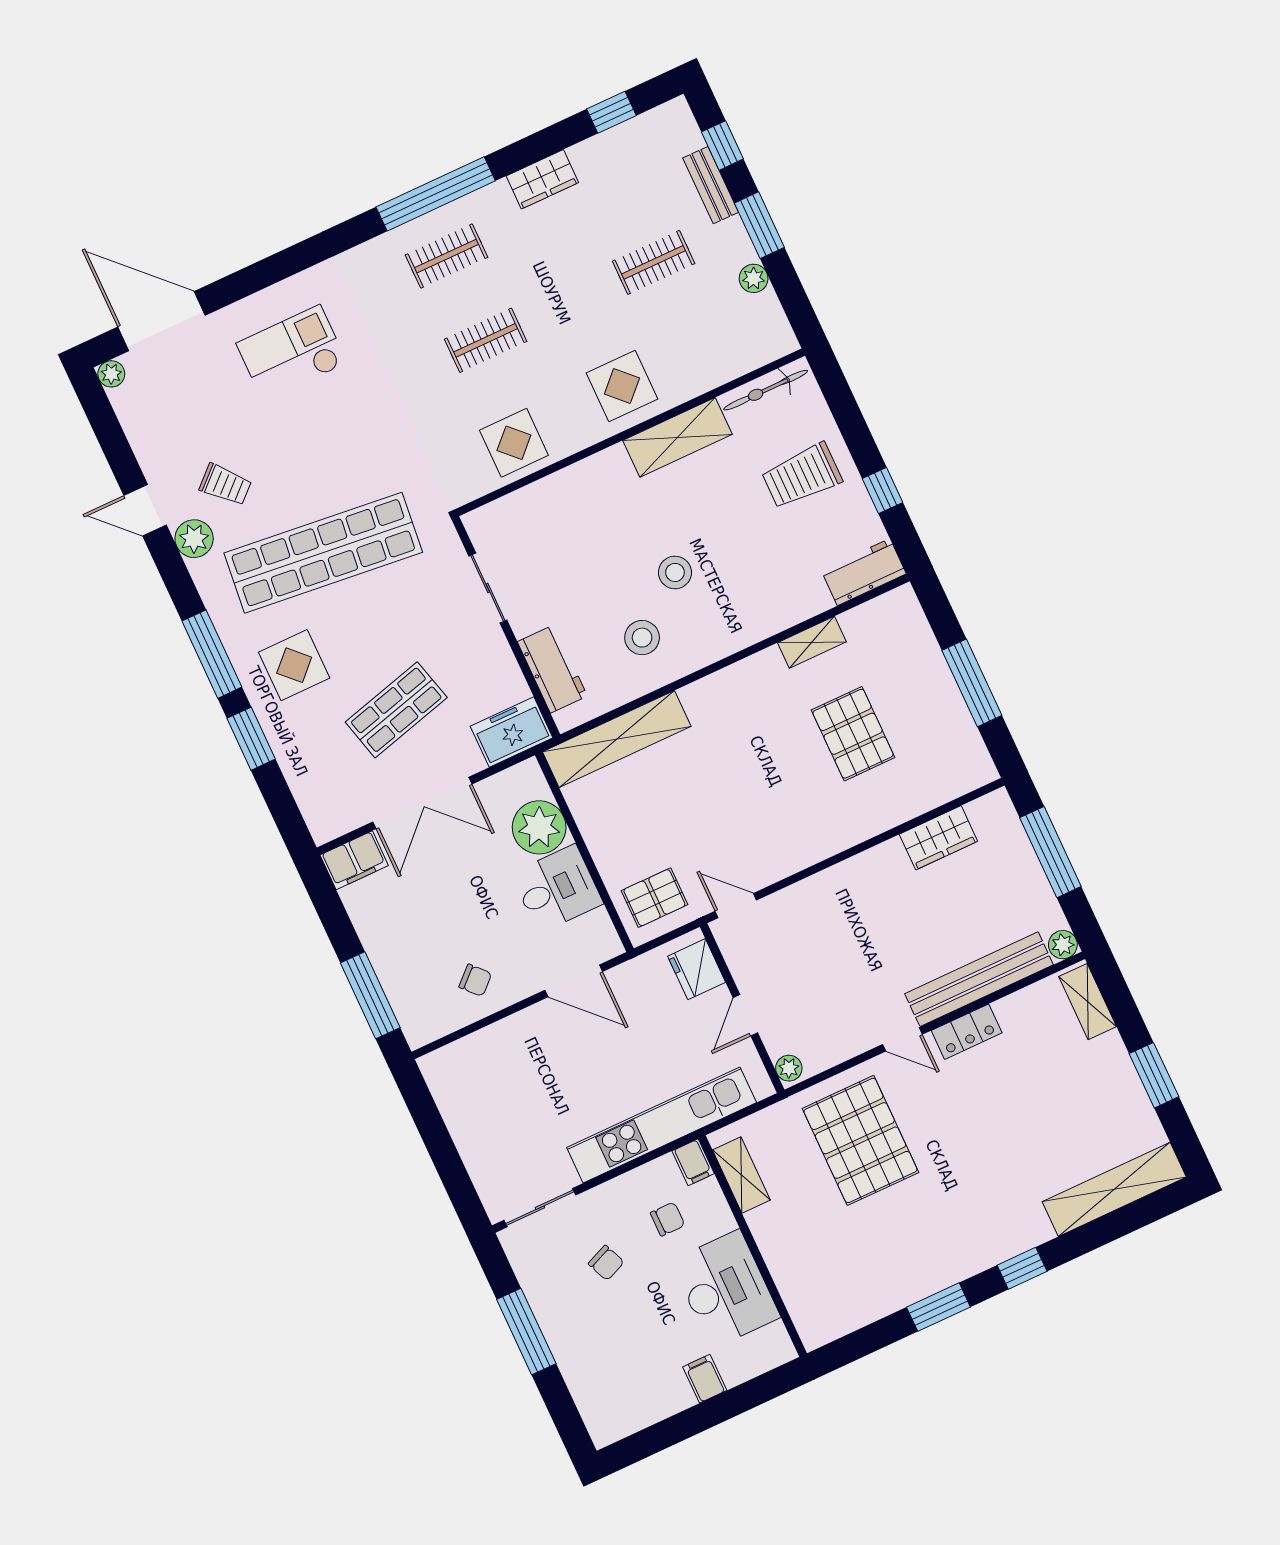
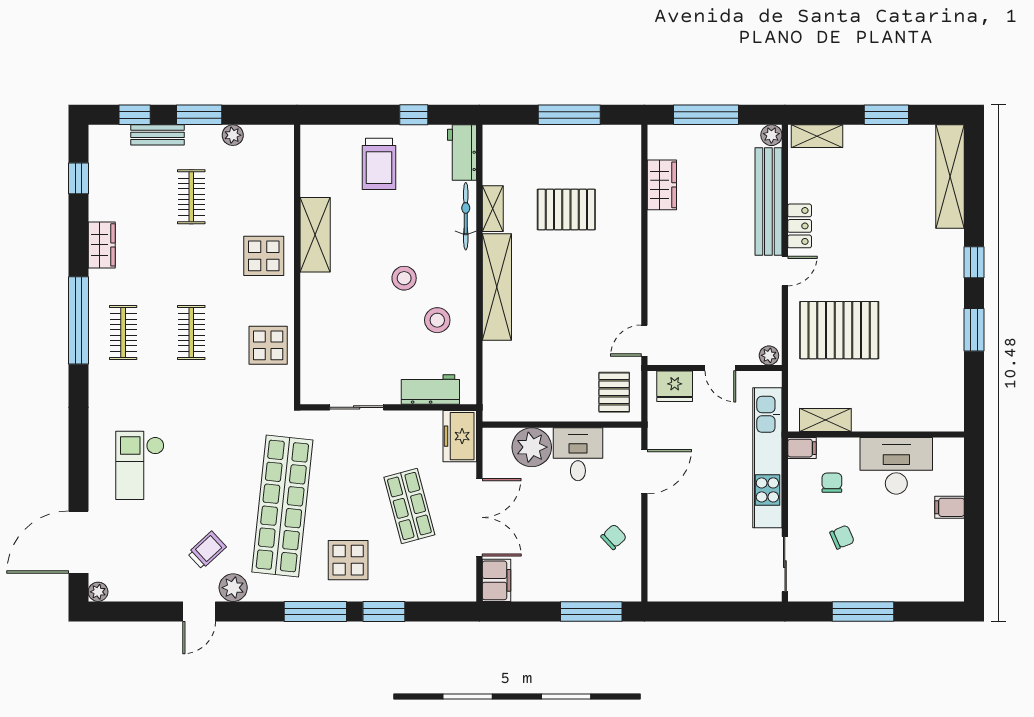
bicycle: (766, 390) -> (466, 216), moved, turned 180
shelving: (617, 739) -> (497, 287), moved

